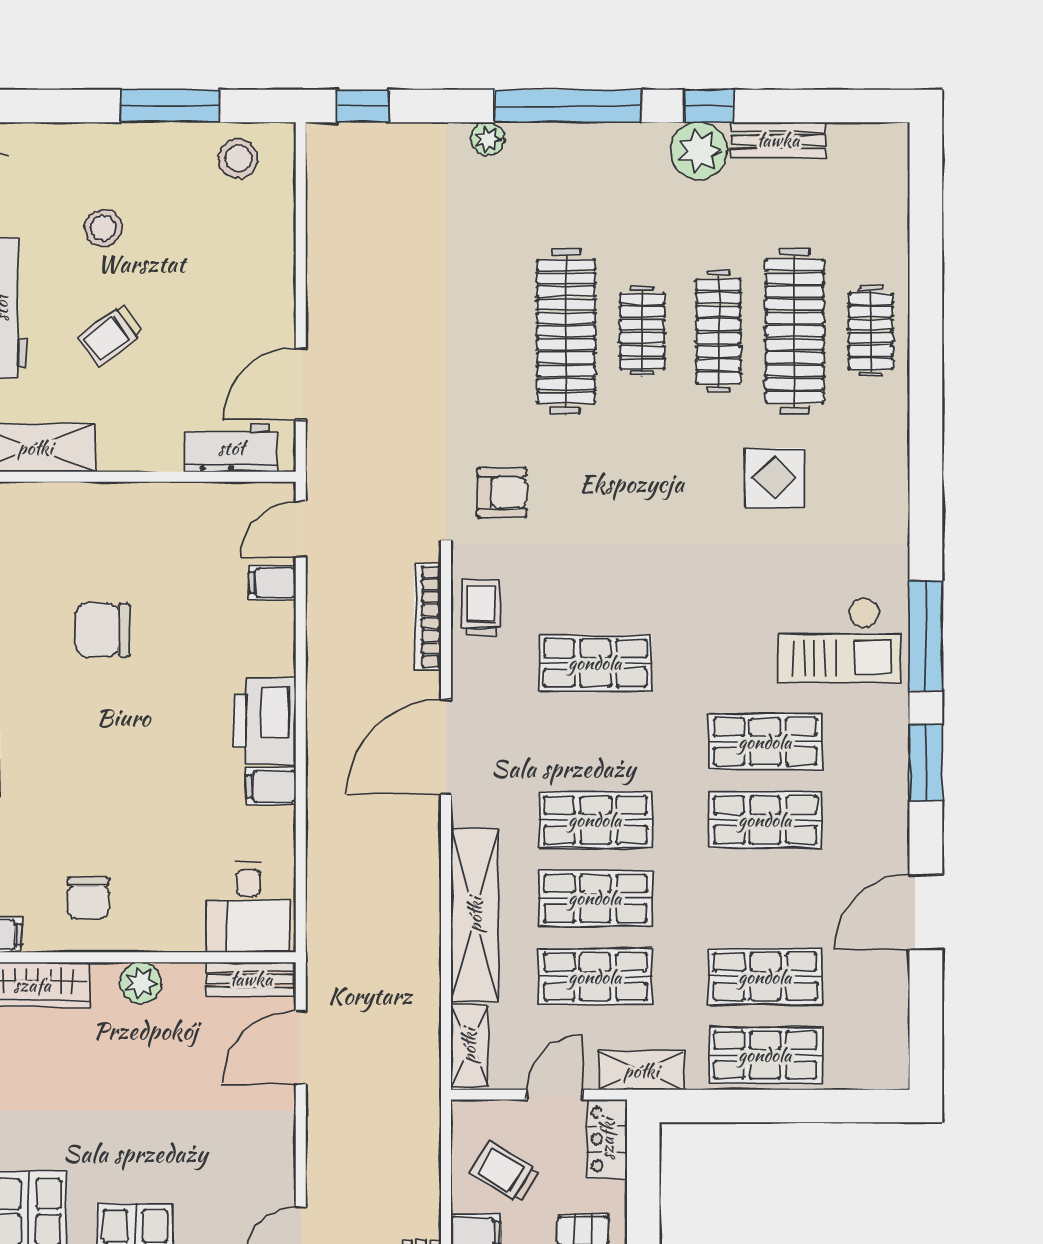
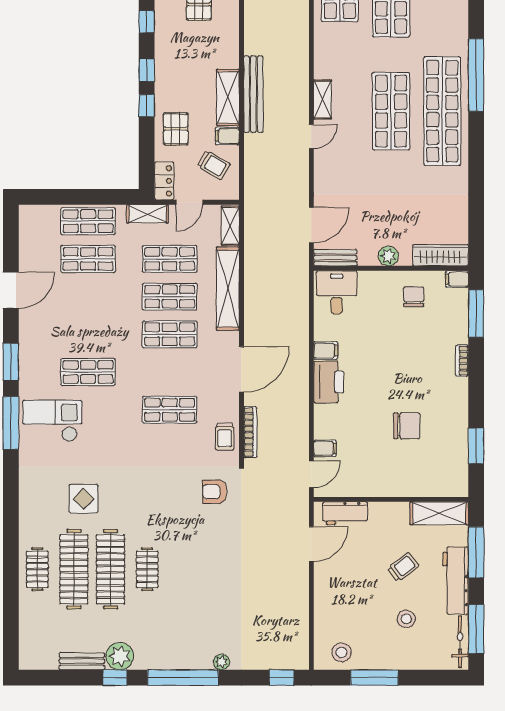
clothes rail: (566, 331) -> (184, 569), removed
clothes rail: (718, 331) -> (111, 569), width x1.37, depth x1.31
shop shelf: (765, 820) -> (88, 334), removed

